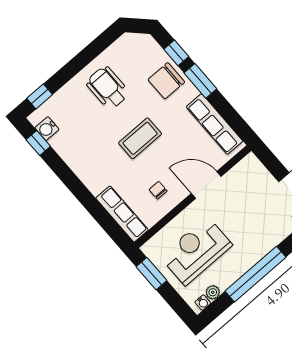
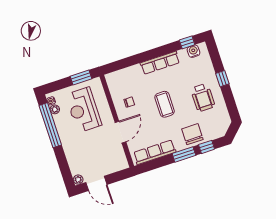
wheelchair: (108, 88) -> (203, 97), turned 90
window: (40, 96) -> (222, 79), moved
row of seats: (122, 214) -> (160, 63), moved
reception desk: (196, 251) -> (84, 110), turned 180
window: (255, 274) -> (50, 125), moved

